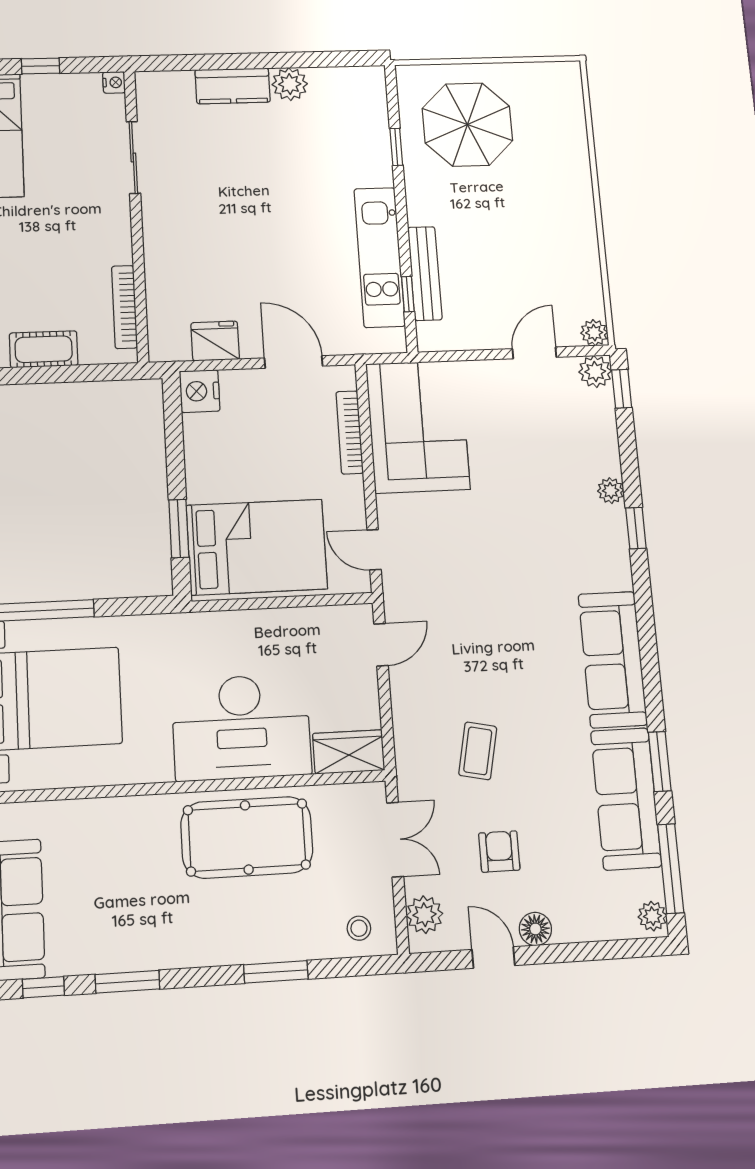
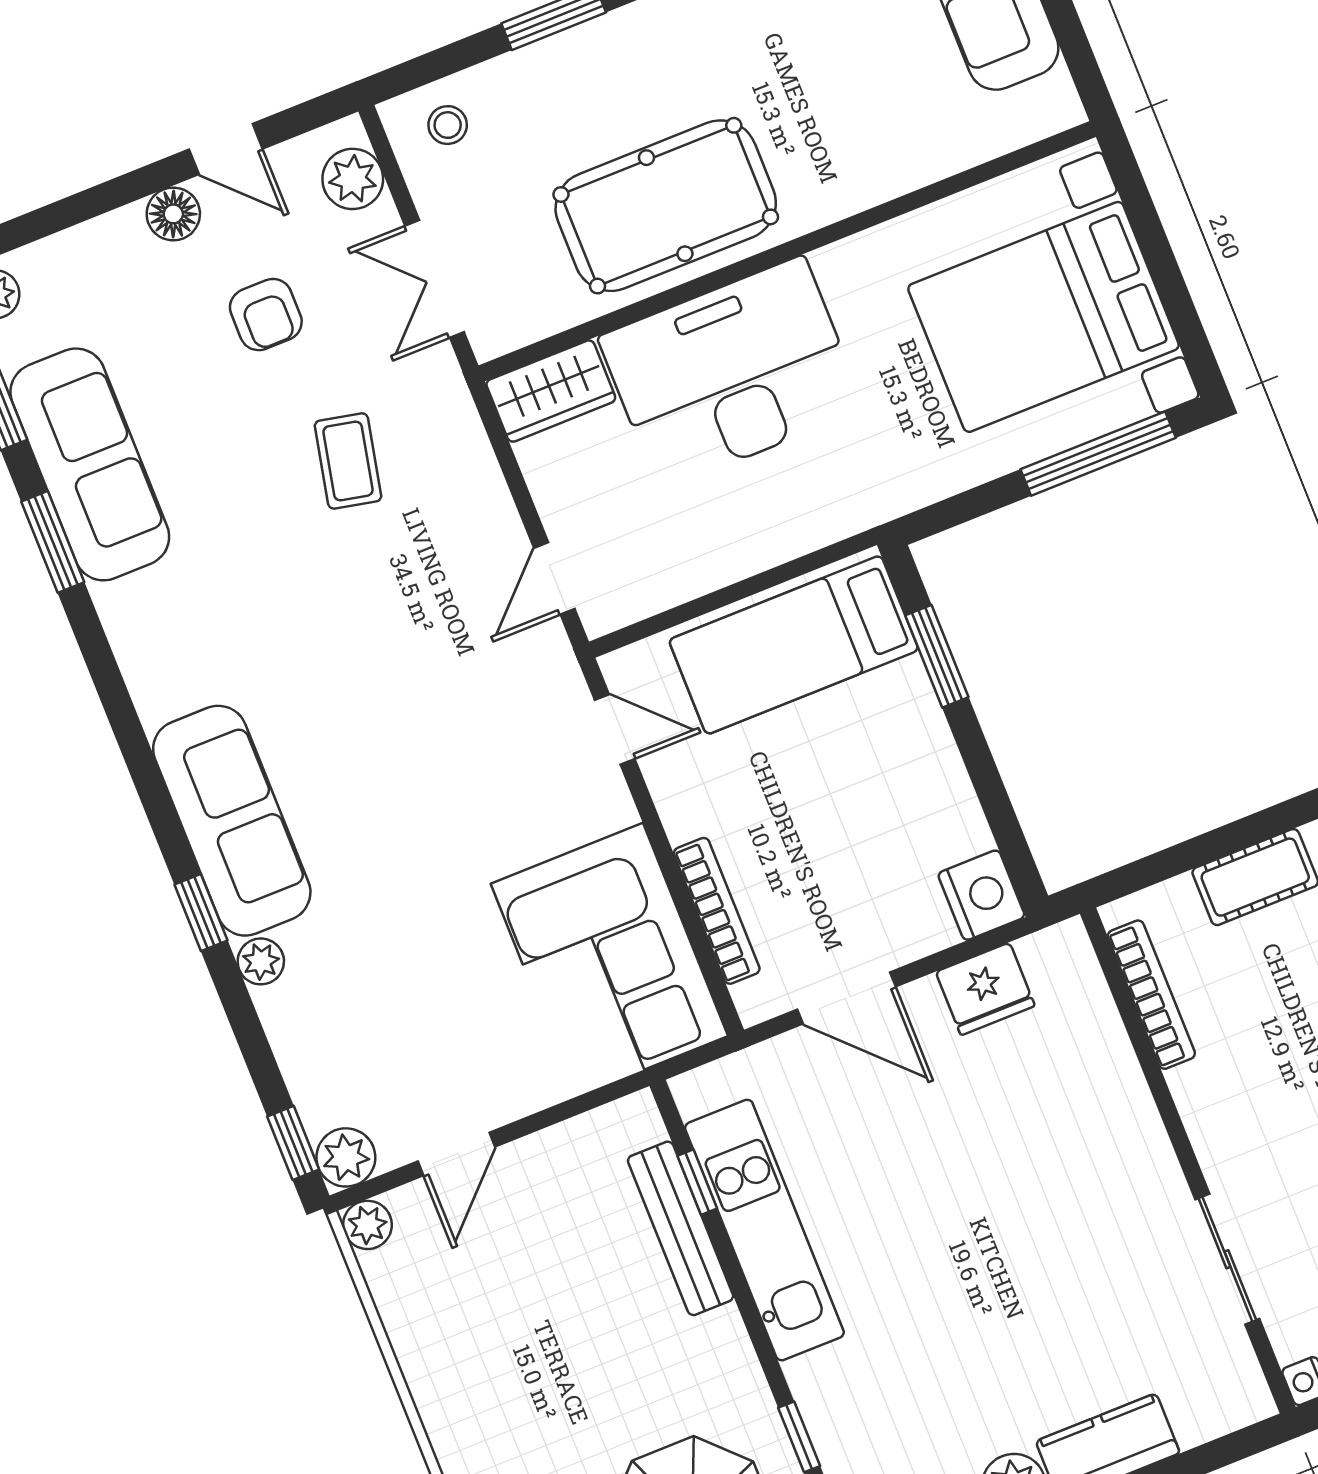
bed: (257, 547) -> (794, 645), width x0.67
sofa: (613, 659) -> (232, 821), moved

